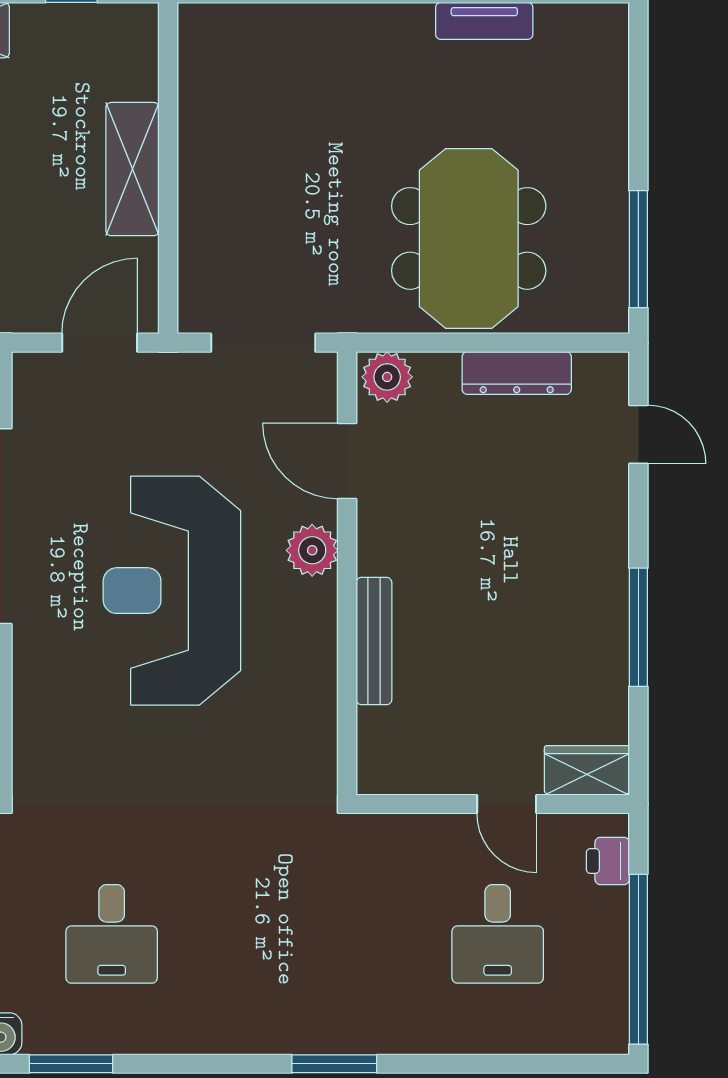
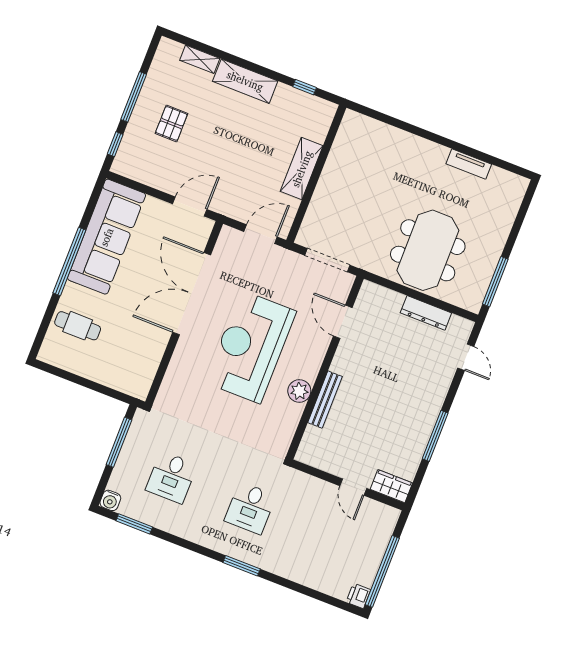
plant: (387, 377) -> (372, 294), removed
plant: (312, 550) -> (299, 391), moved
printer: (608, 861) -> (358, 596), moved
desk: (498, 934) -> (250, 508), moved

